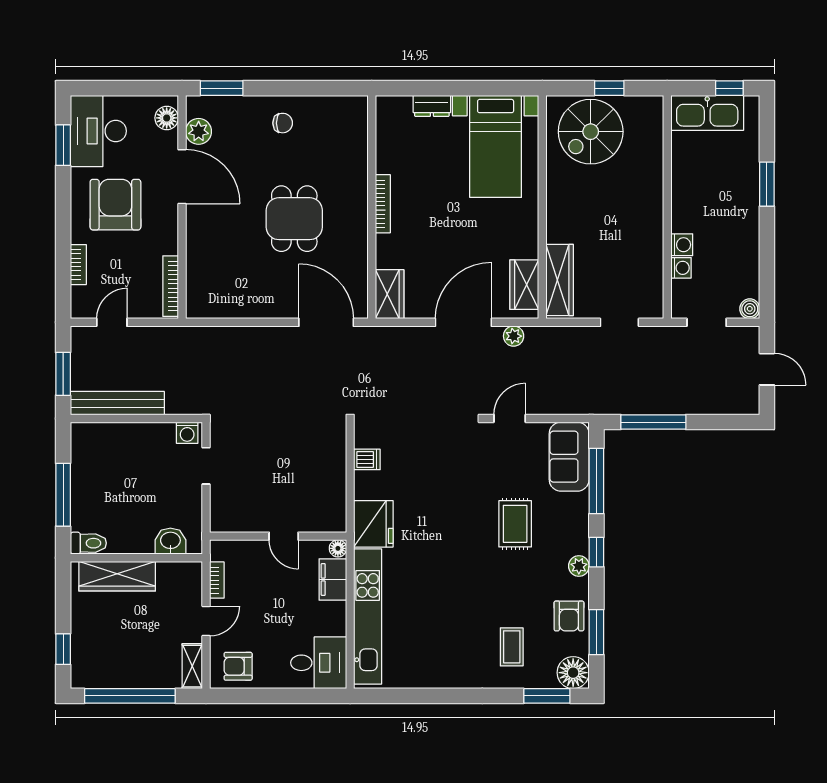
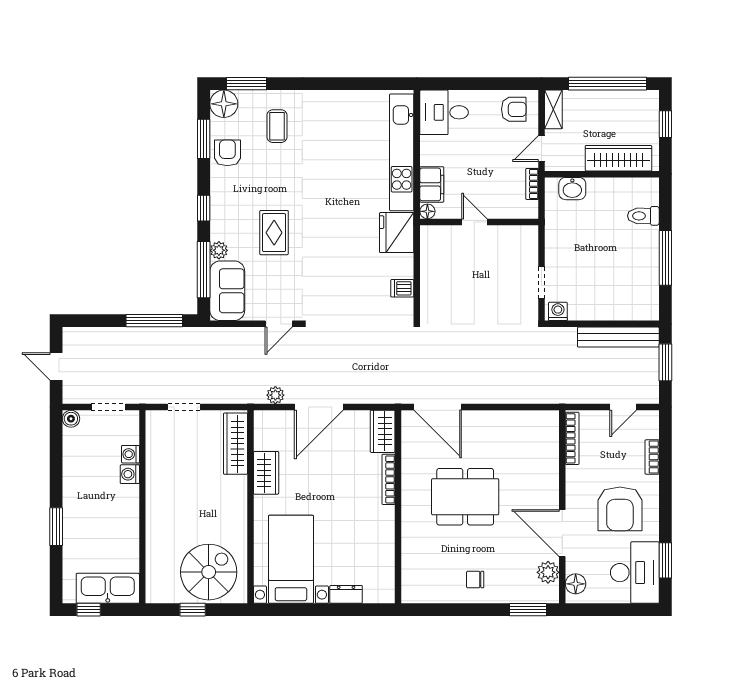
bookcase: (383, 204) -> (389, 479), moved
dining table: (294, 219) -> (465, 497), width x1.37
wardrobe: (524, 285) -> (266, 473), moved
washbasin: (170, 541) -> (572, 189), moved
wall: (136, 558) -> (602, 174), moved
plant: (579, 566) -> (219, 250), moved
wardrobe: (117, 576) -> (618, 158), moved

